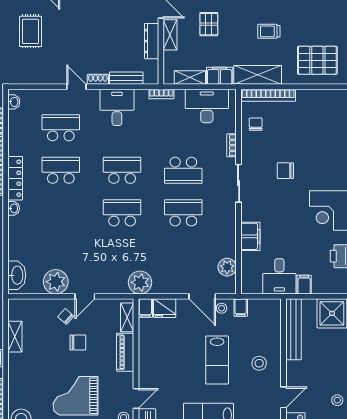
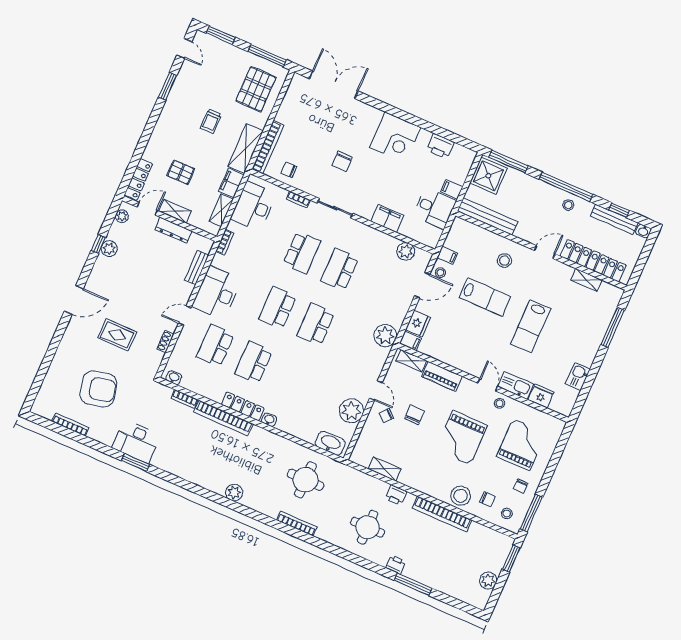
shoe rack: (98, 79) -> (166, 341), moved
desk: (117, 107) -> (217, 293), width x1.37
door: (284, 397) -> (545, 252), hinge flipped

